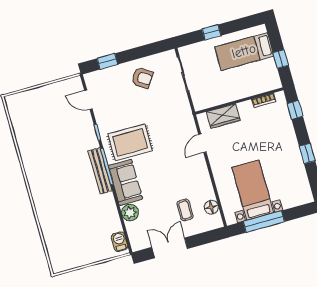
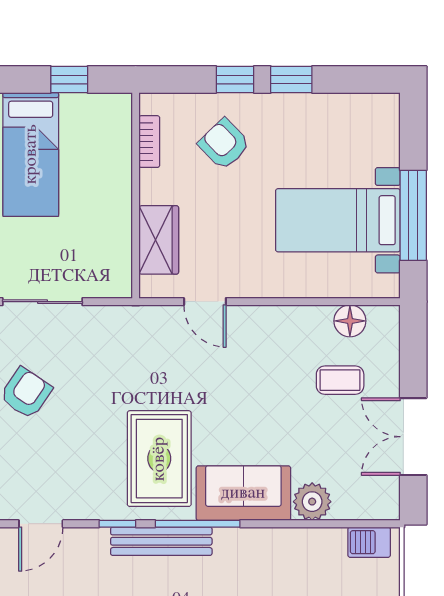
window: (295, 110) -> (235, 80), moved
armchair: (272, 133) -> (224, 144), added
bench: (100, 171) -> (161, 541), moved

